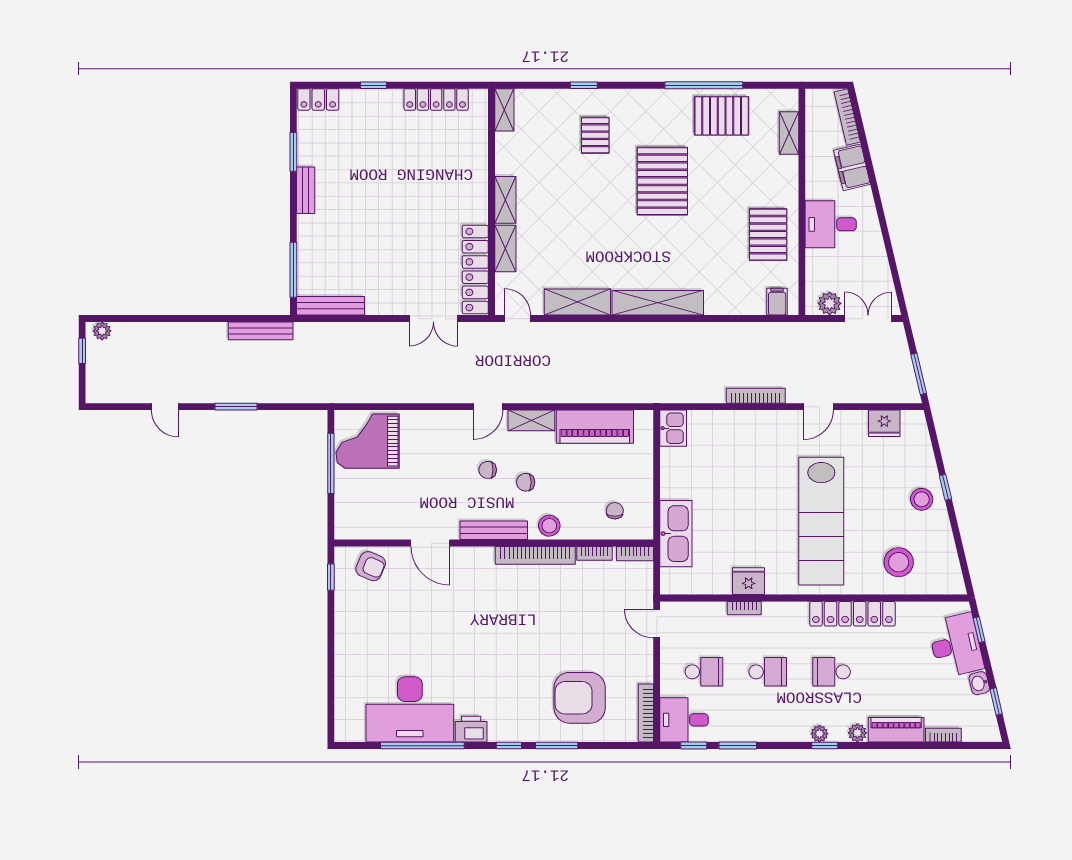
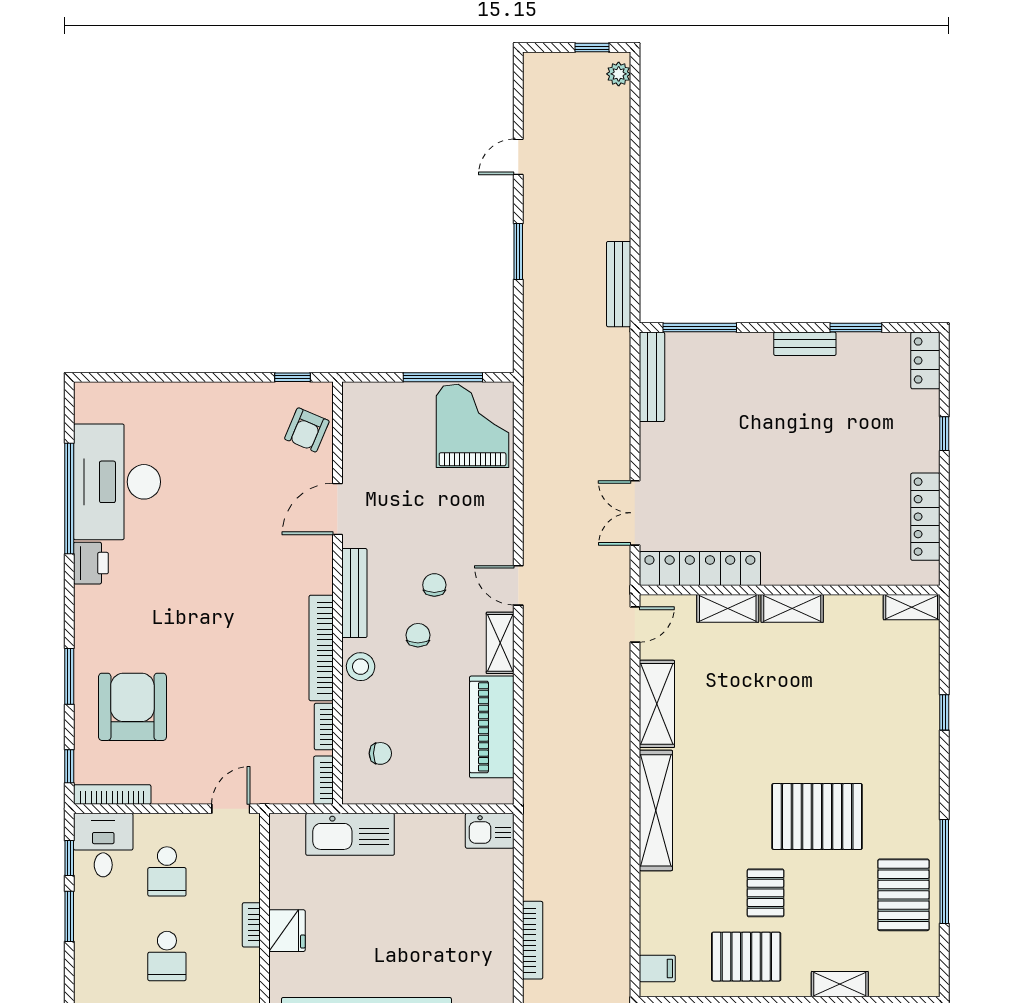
shelving: (789, 133) -> (840, 984), moved
pallet: (595, 135) -> (766, 893), moved, turned 90
window: (509, 746) -> (69, 766), moved

